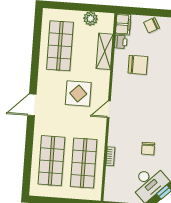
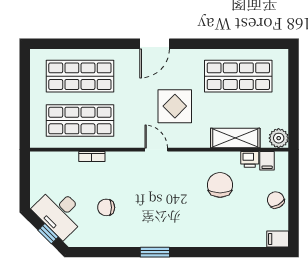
plant: (90, 19) -> (279, 138), moved
filing cabinet: (123, 24) -> (267, 161), width x0.50
chair: (138, 65) -> (220, 185), turned 180
door: (32, 105) -> (155, 44), swing flipped

